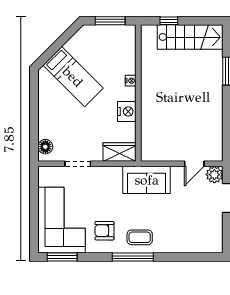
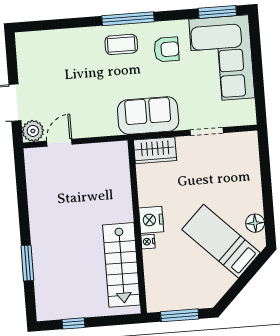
window: (169, 21) -> (73, 323), moved
stairs: (190, 37) -> (121, 265), moved, turned -90
nightstand: (127, 111) -> (151, 220), moved
floor lamp: (45, 147) -> (255, 223), moved
sofa: (147, 180) -> (148, 116), moved

